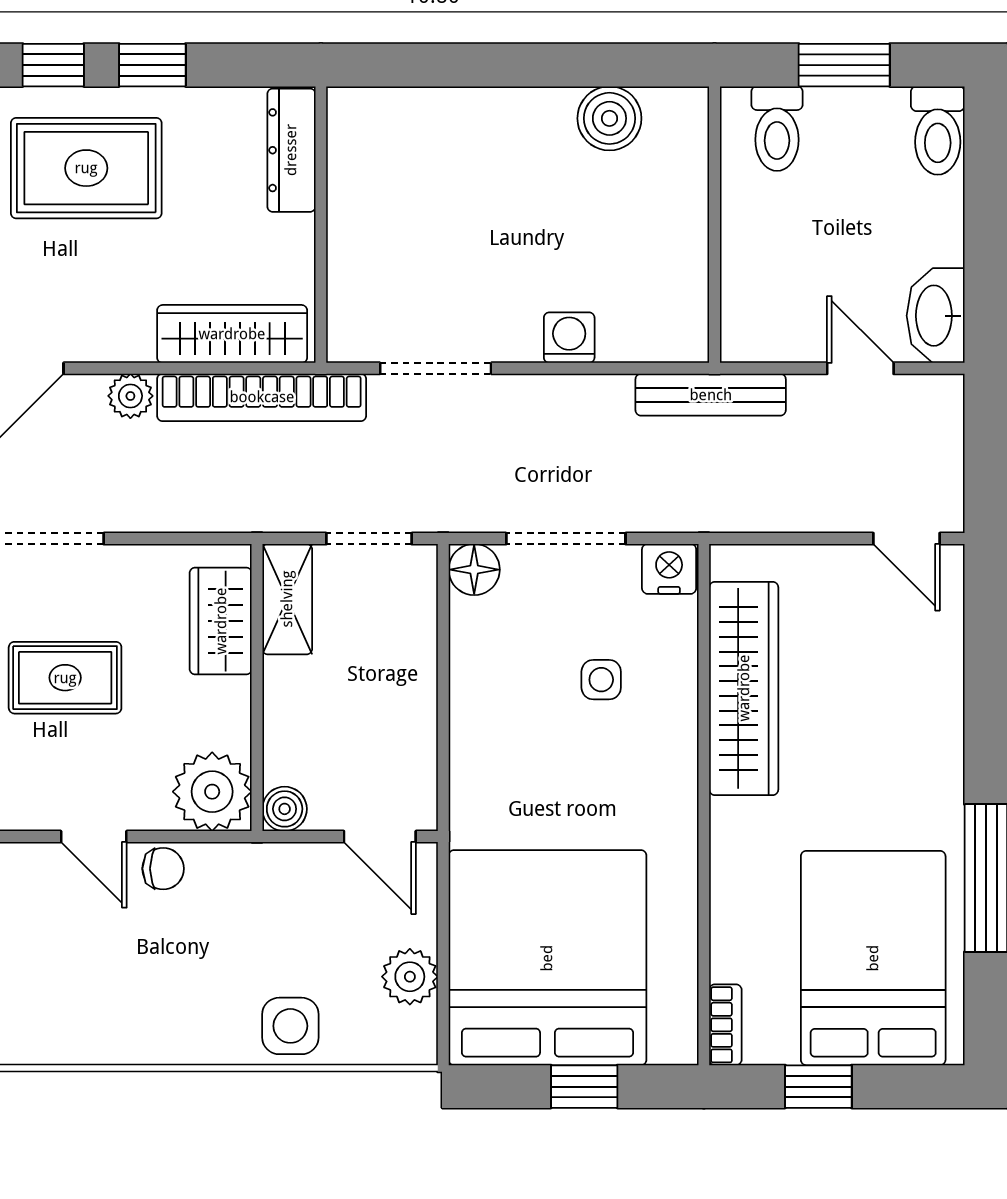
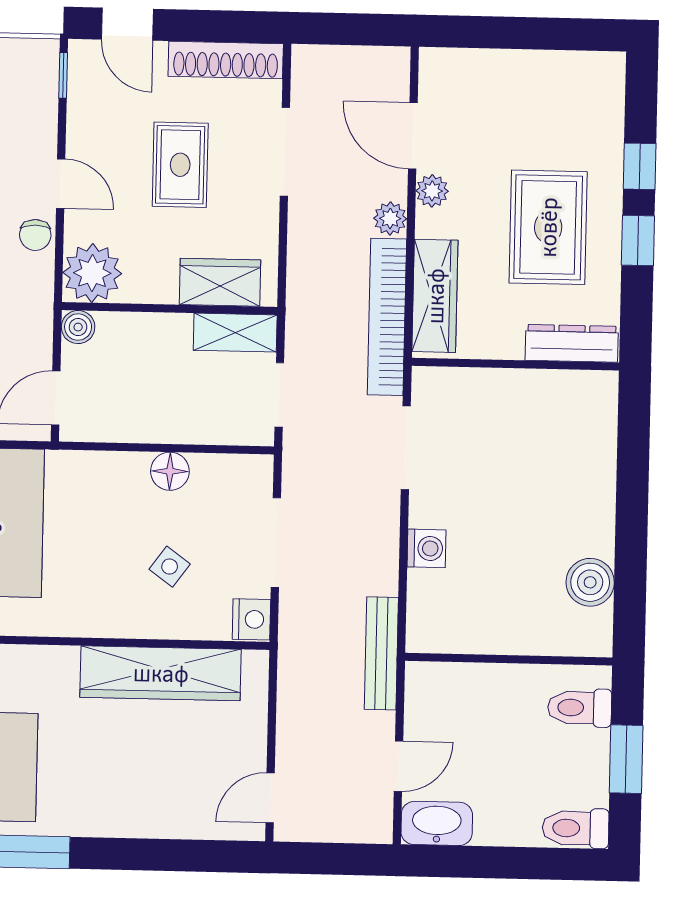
rug: (86, 168) -> (548, 227), moved
plant: (92, 341) -> (432, 191), added
floor lamp: (474, 570) -> (170, 471), moved
side table: (601, 680) -> (170, 567), turned 36
door: (94, 837) -> (61, 184), swing flipped

